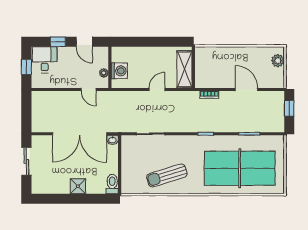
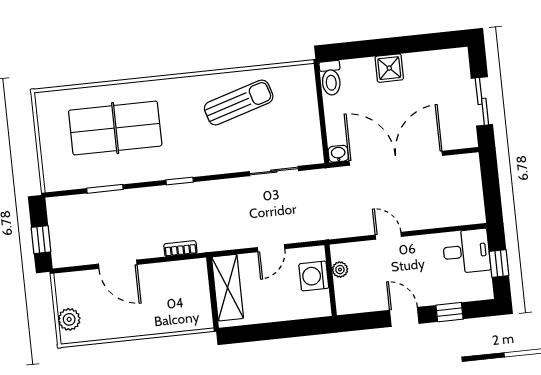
desk: (45, 60) -> (466, 251), moved, turned -90
wall: (110, 67) -> (331, 280), moved
washing machine: (119, 71) -> (314, 276), moved
plant: (104, 73) -> (340, 270), moved
table tennis table: (240, 168) -> (115, 128), width x0.73, depth x0.76

